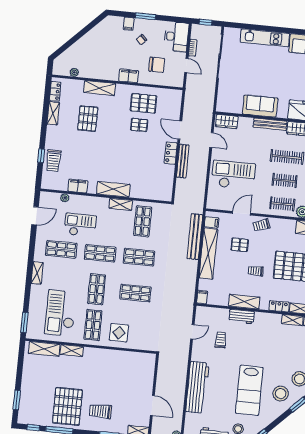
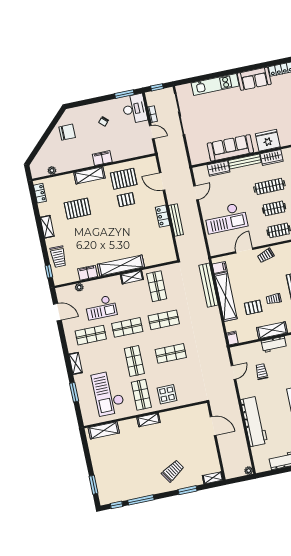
window: (146, 16) -> (124, 94), moved
filing cabinet: (129, 24) -> (87, 111), removed
chair: (157, 65) -> (67, 132), moved
shelving: (100, 88) -> (89, 175), moved
sofa: (260, 106) -> (230, 148), width x1.36
shelving: (53, 113) -> (47, 227), moved
pallet: (88, 119) -> (77, 209), turned 90
wardrobe: (227, 121) -> (219, 168), moved
door: (180, 130) -> (162, 181), moved
door: (211, 140) -> (196, 193), hinge flipped
window: (41, 156) -> (49, 271), moved
checkout: (233, 175) -> (226, 218), turned 180
shelving: (113, 189) -> (121, 266), width x1.47
door: (35, 216) -> (57, 312), hinge flipped
checkout: (80, 225) -> (101, 307), turned 180
pallet: (240, 245) -> (253, 307), moved
window: (24, 322) -> (74, 392), moved
shelving: (72, 351) -> (149, 420), moved
door: (152, 405) -> (213, 426), moved
pallet: (67, 406) -> (141, 476), removed
trolley: (100, 411) -> (173, 471), turned 147

